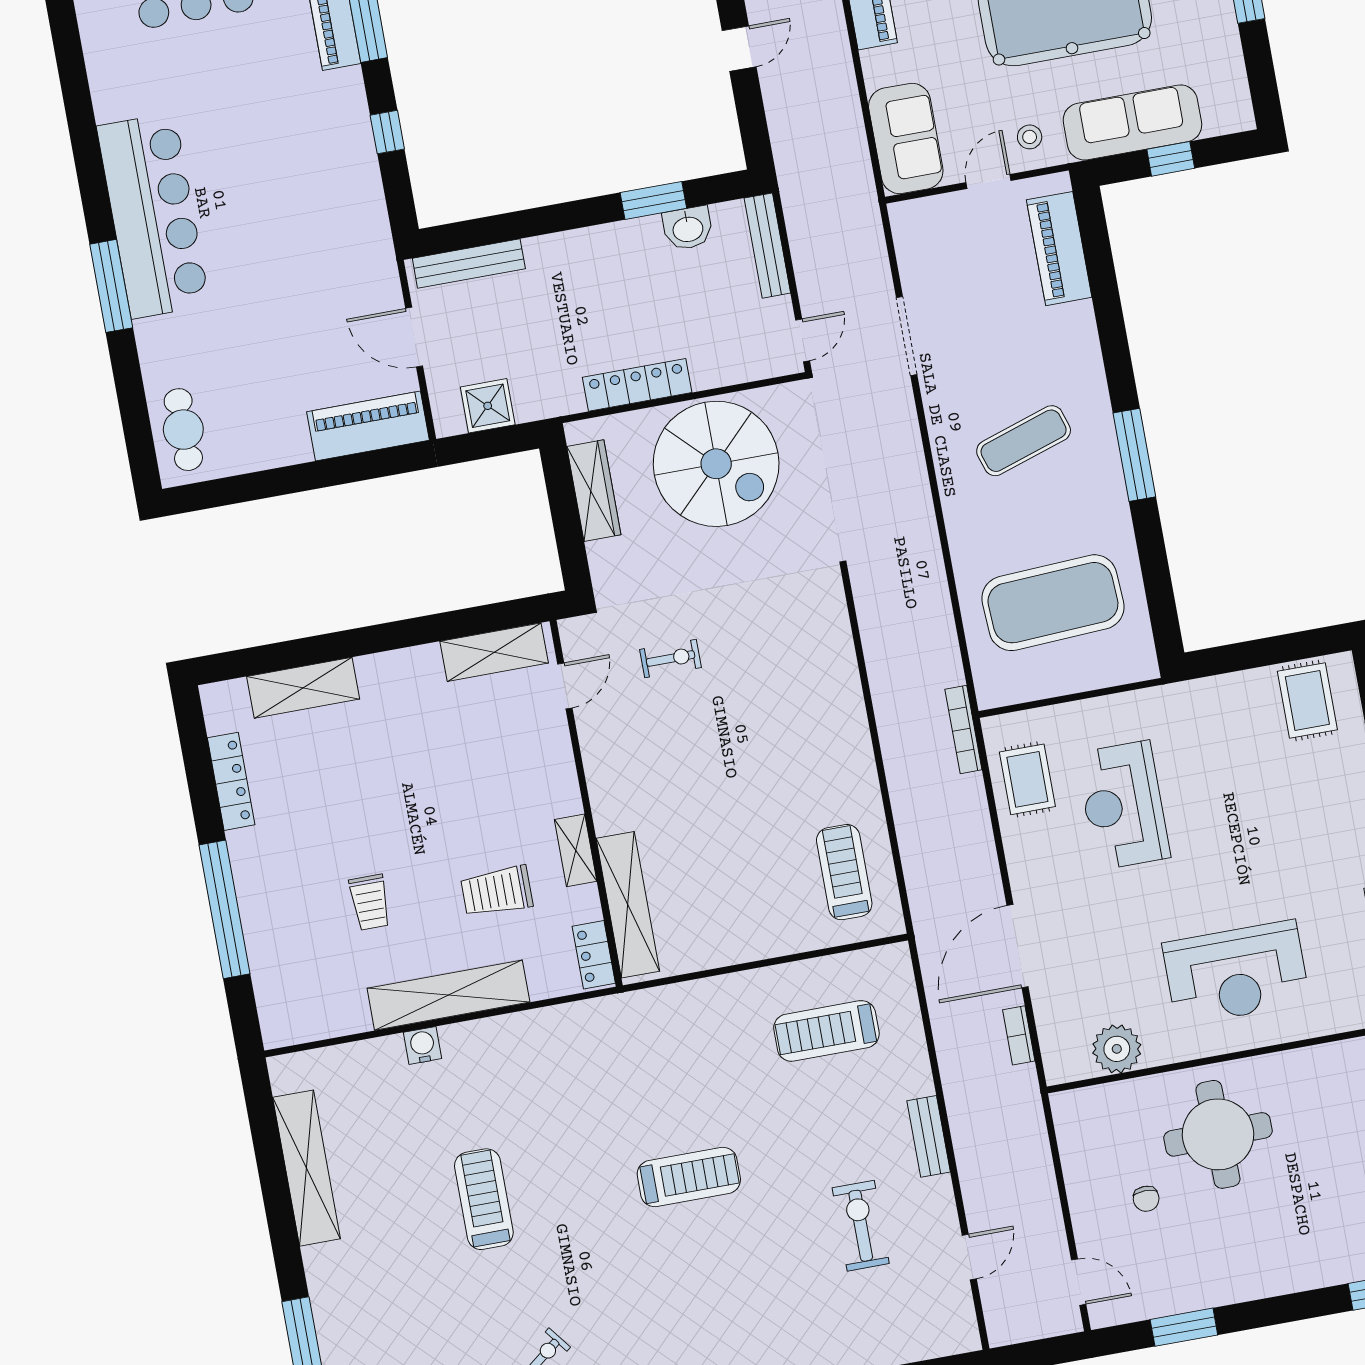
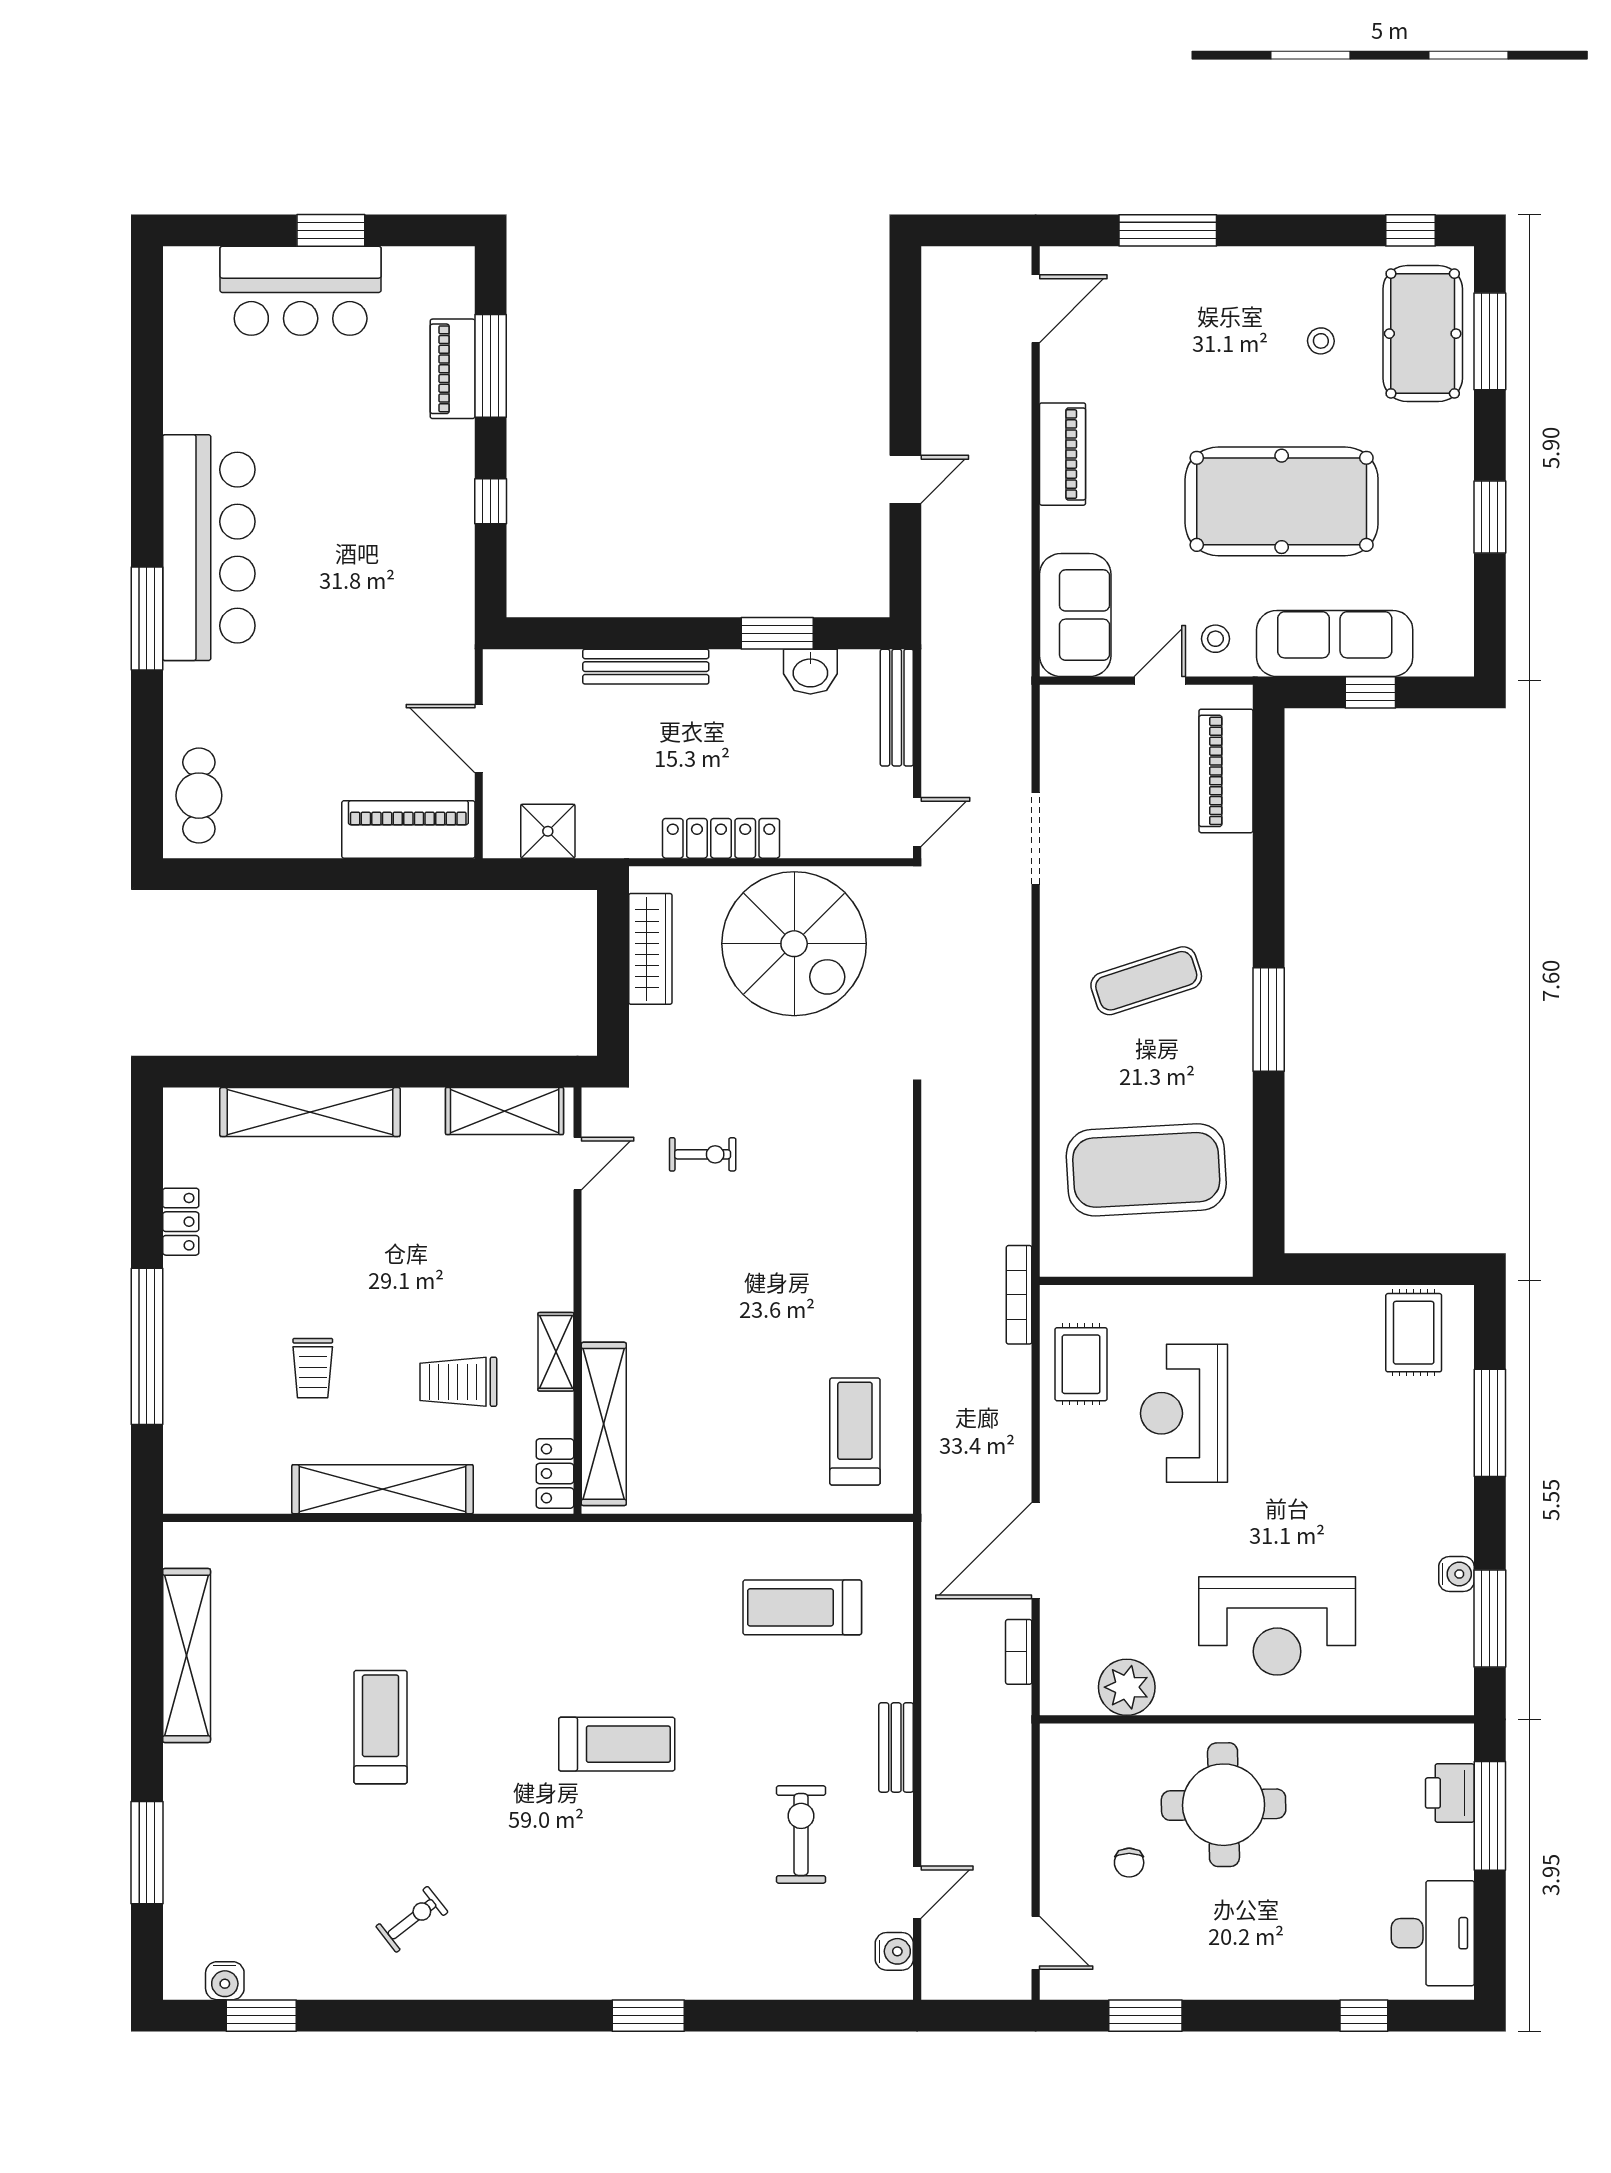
bench: (469, 264) -> (646, 667), moved
shelving: (303, 688) -> (310, 1112), width x1.47
locker: (231, 781) -> (181, 1222), width x0.66
water cooler: (423, 1045) -> (894, 1951), moved, turned 90

